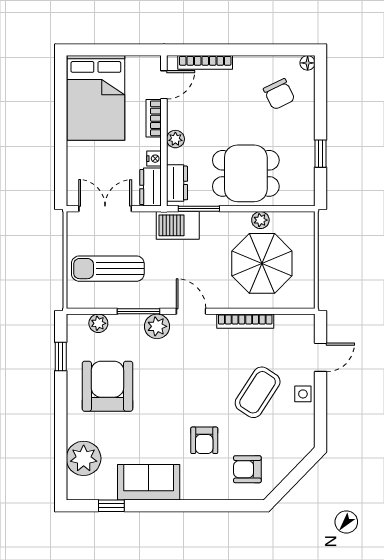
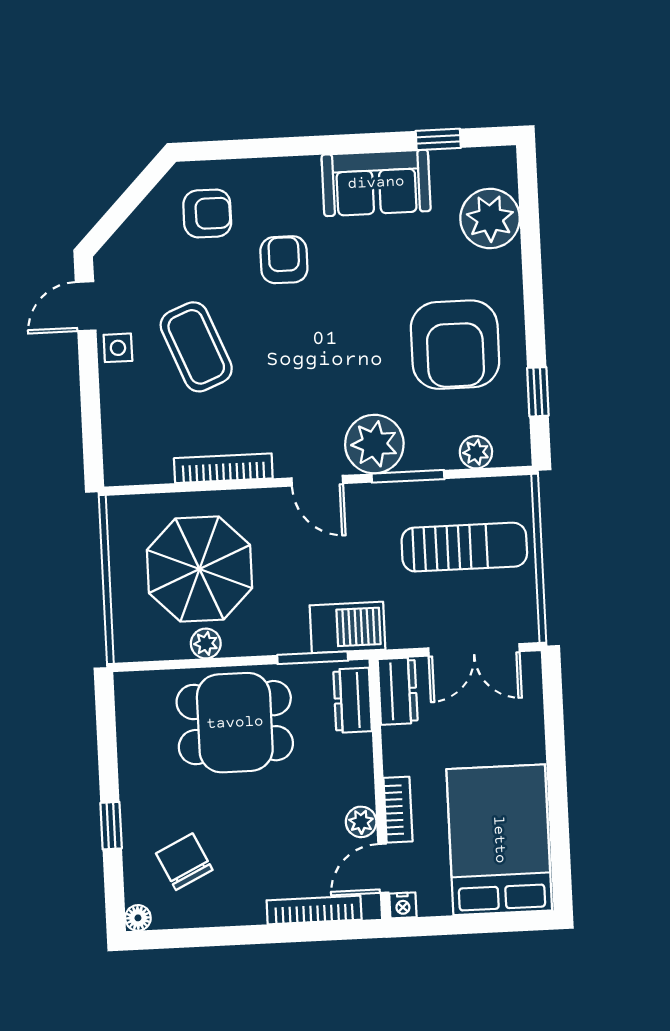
plant: (175, 139) -> (361, 822), moved
window: (320, 154) -> (111, 826), moved
nightstand: (154, 159) -> (403, 905), moved, turned -90
plant: (157, 326) -> (374, 444), width x1.36, depth x1.36
door: (320, 357) -> (86, 306), moved
coffee table: (258, 392) -> (196, 347), turned -55

